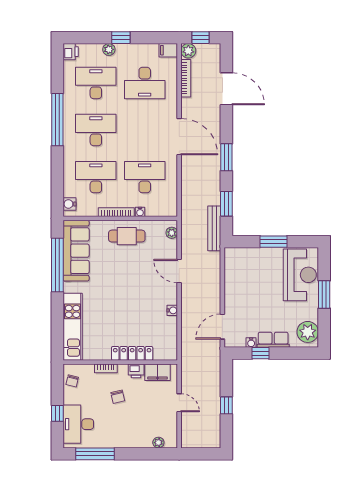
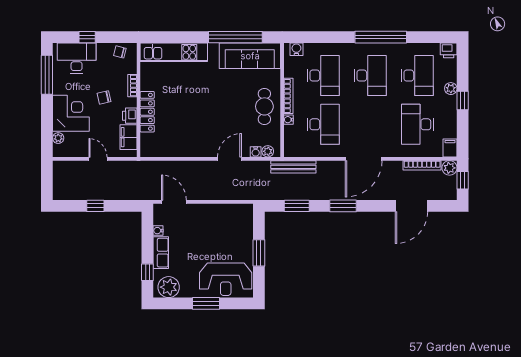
bench: (214, 228) -> (293, 167), moved
water cooler: (172, 310) -> (256, 152), moved
window: (261, 353) -> (147, 272), moved
door: (179, 403) -> (98, 159), swing flipped
corner desk: (134, 430) -> (71, 113), added

